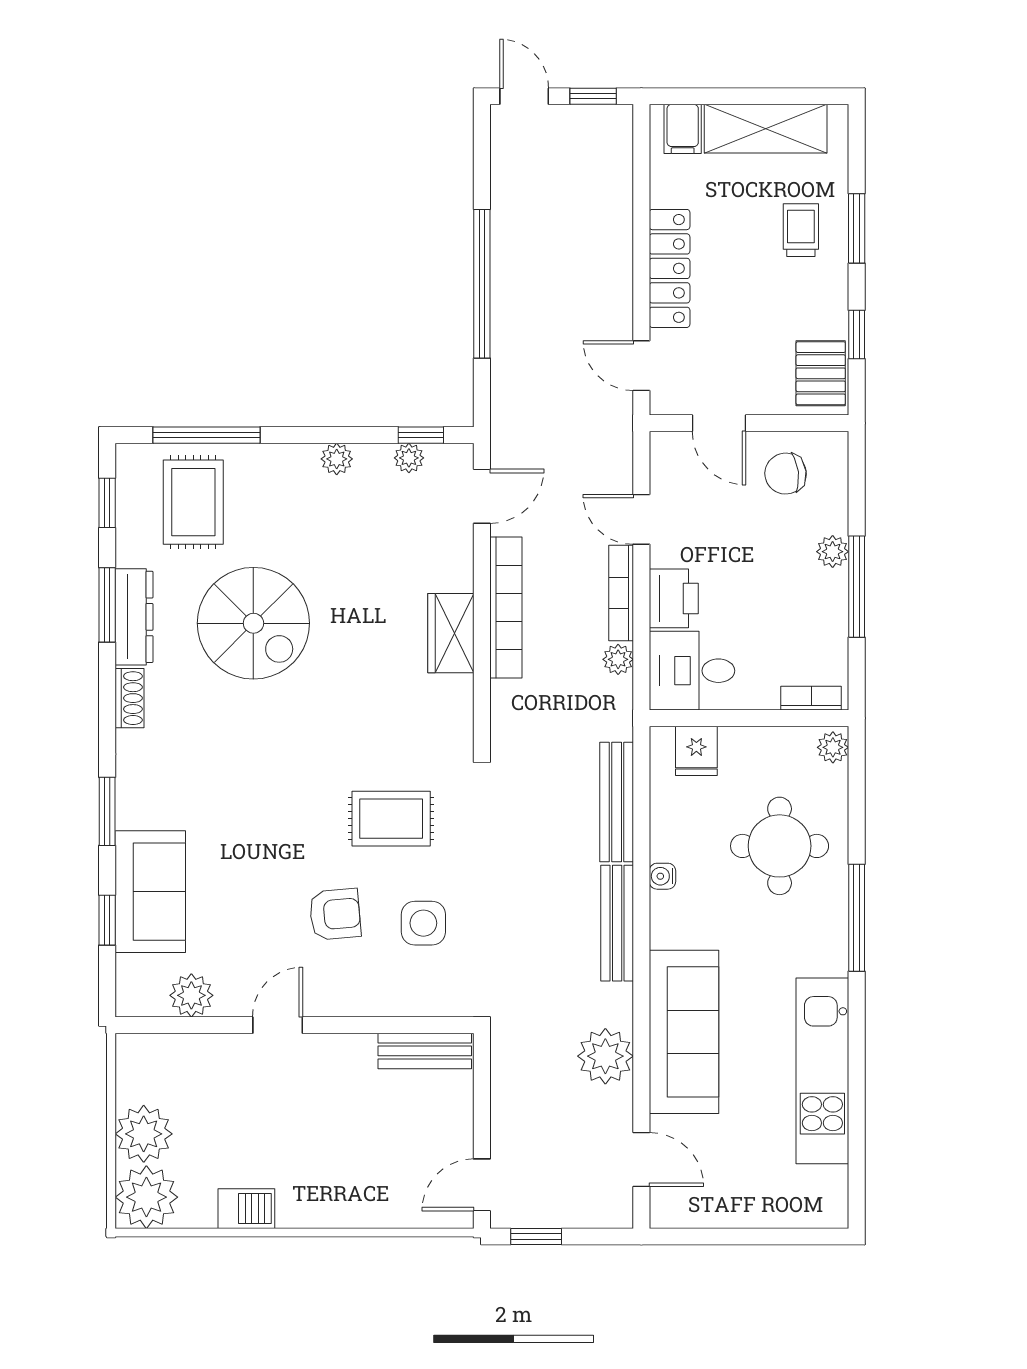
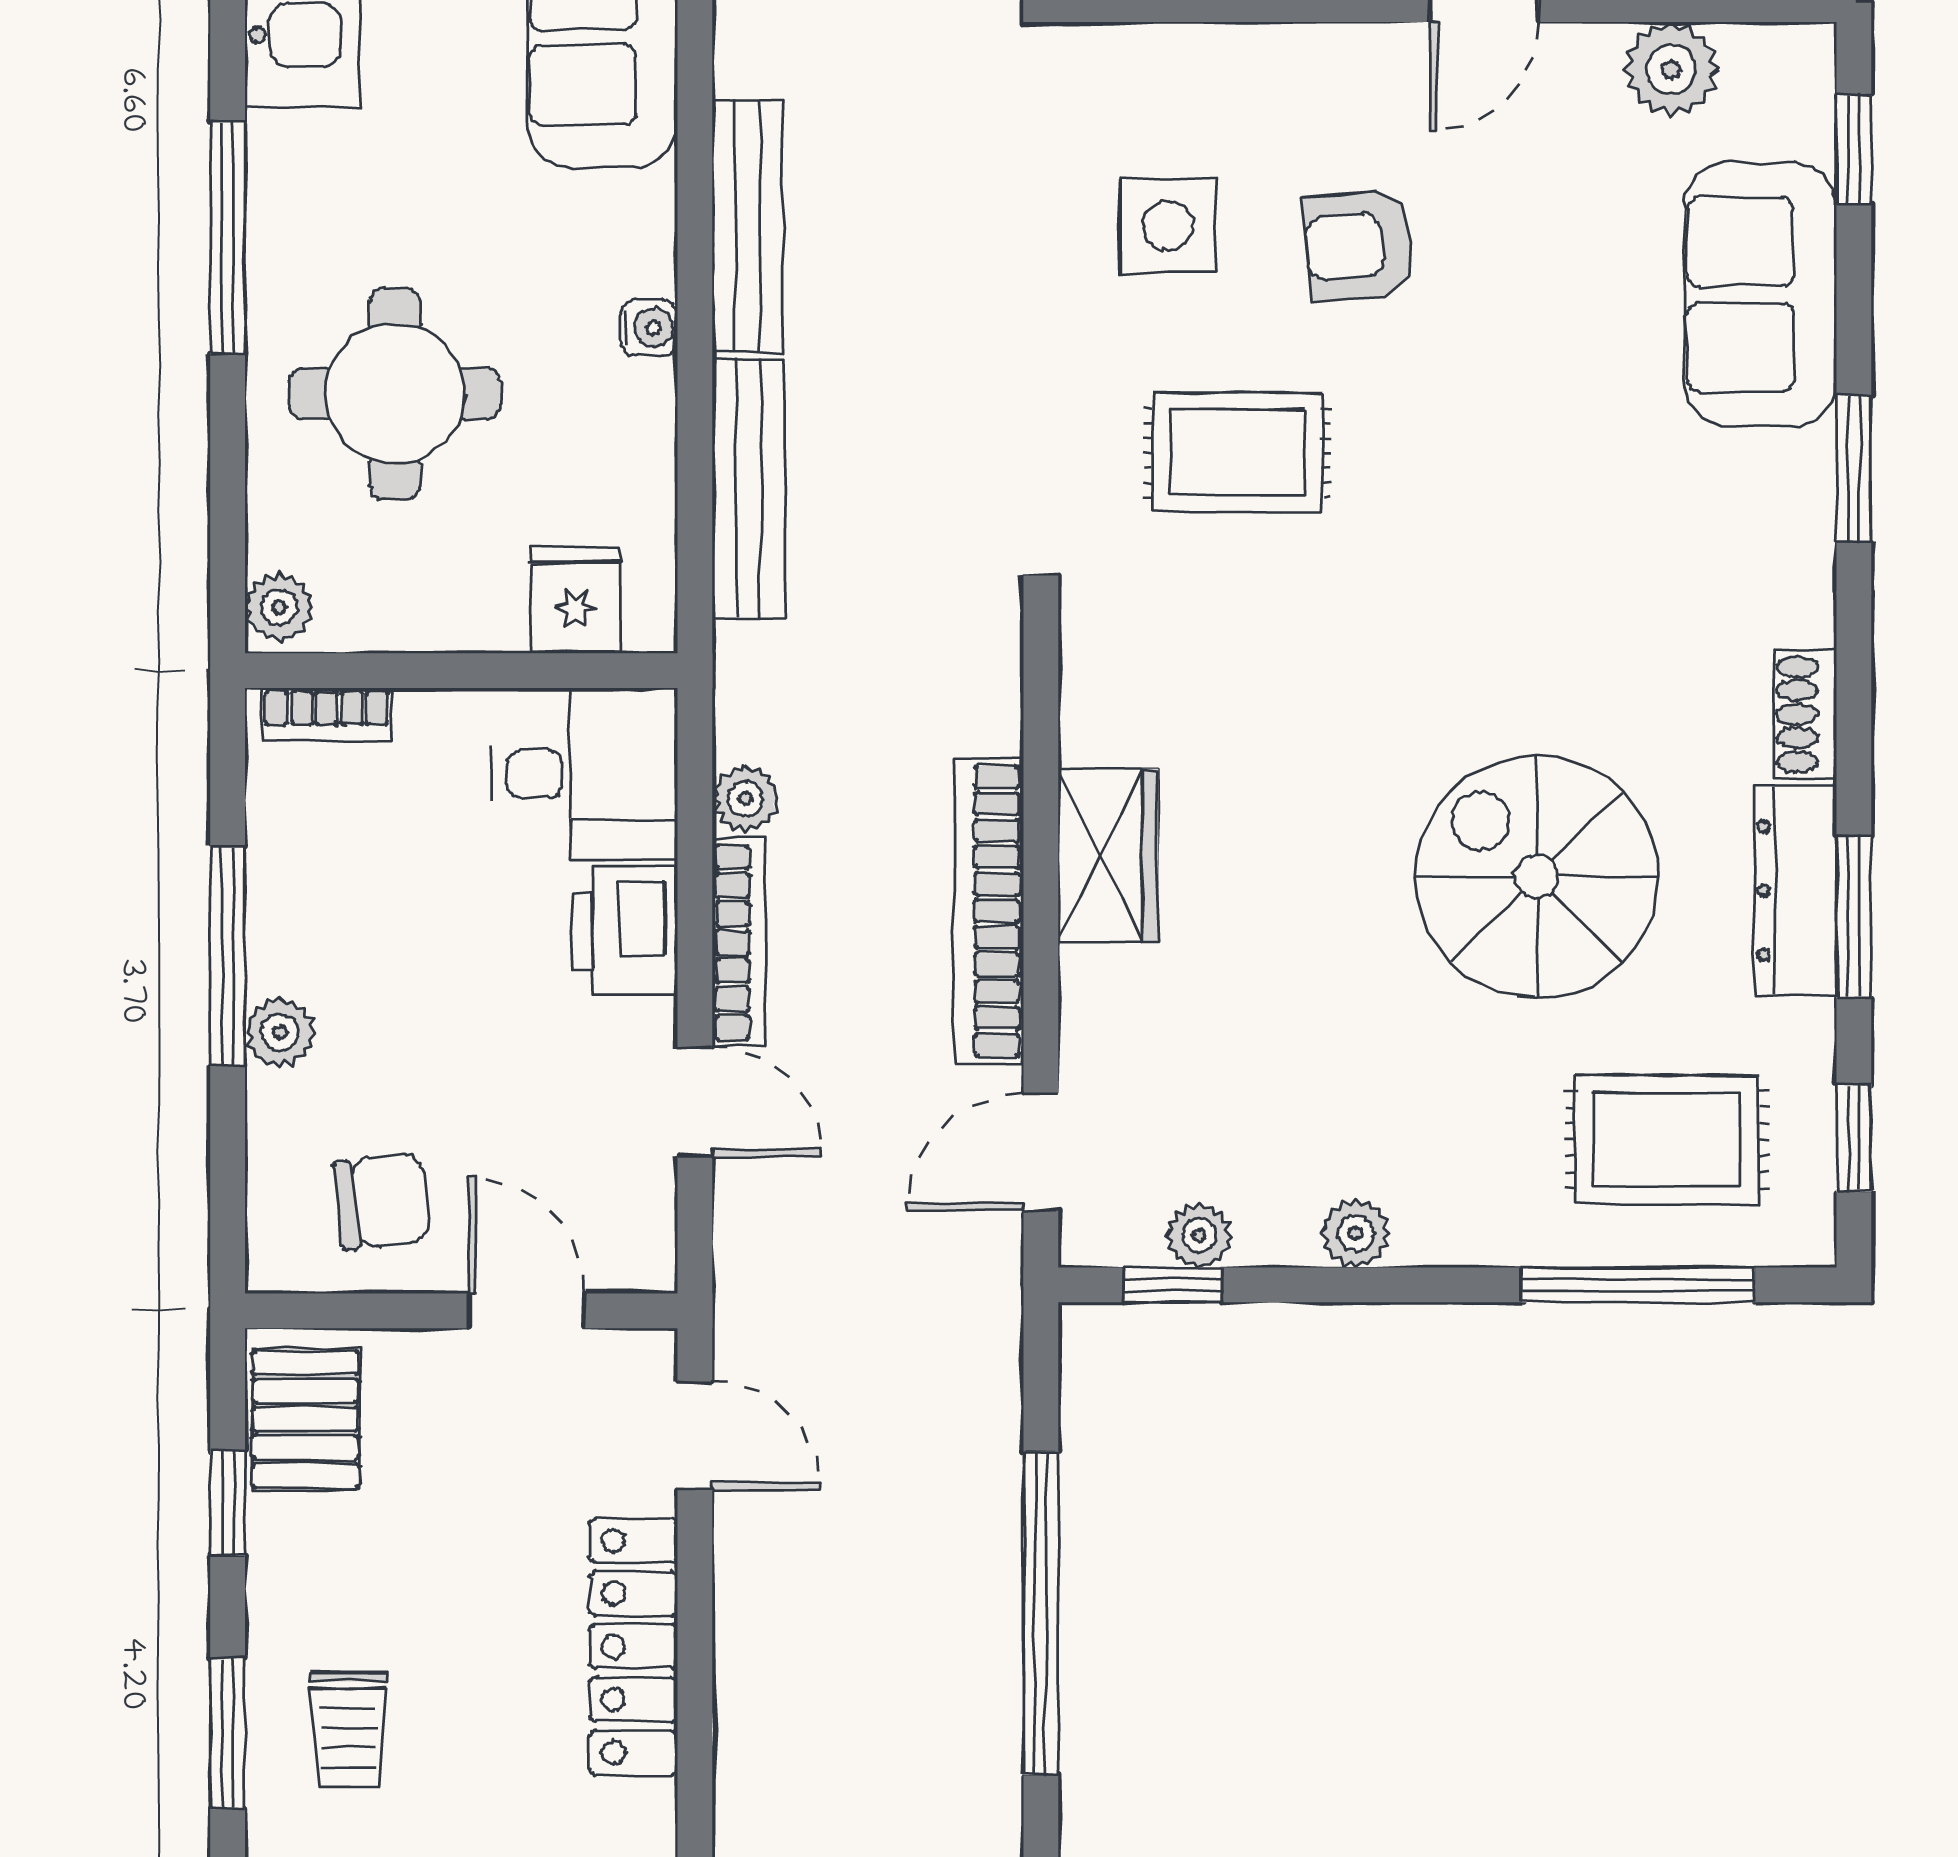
rug: (193, 502) -> (1667, 1140), turned 90
window: (107, 920) -> (1854, 149), moved

